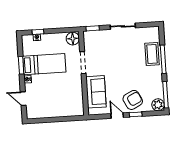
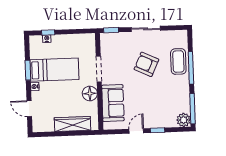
floor lamp: (73, 39) -> (90, 94), moved
armchair: (133, 100) -> (146, 64), moved, turned -128
wardrobe: (61, 111) -> (72, 124), added
door: (117, 116) -> (136, 131), hinge flipped

